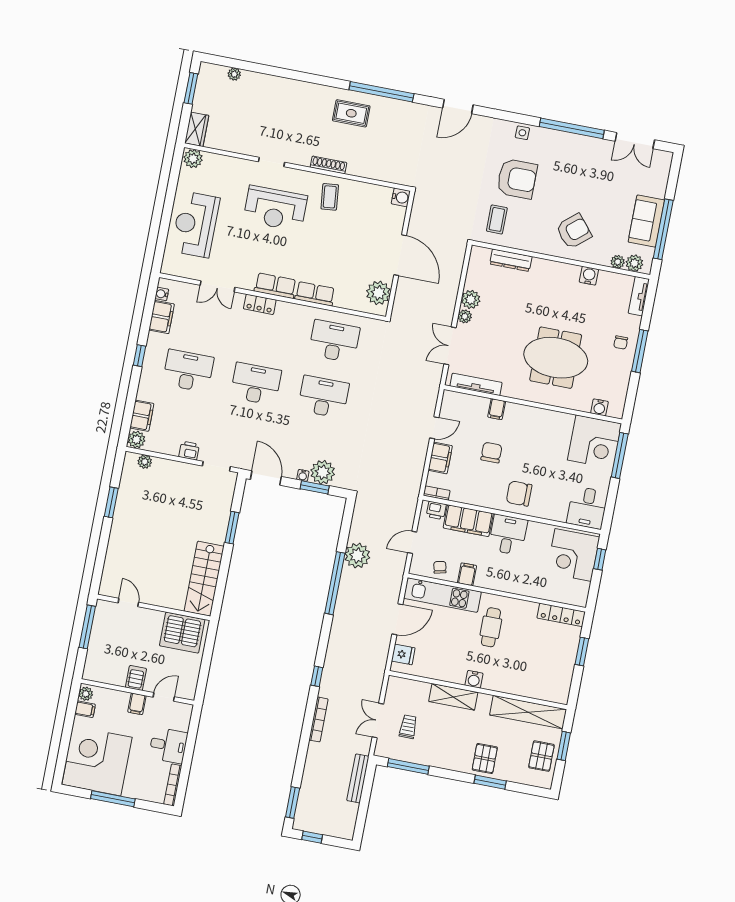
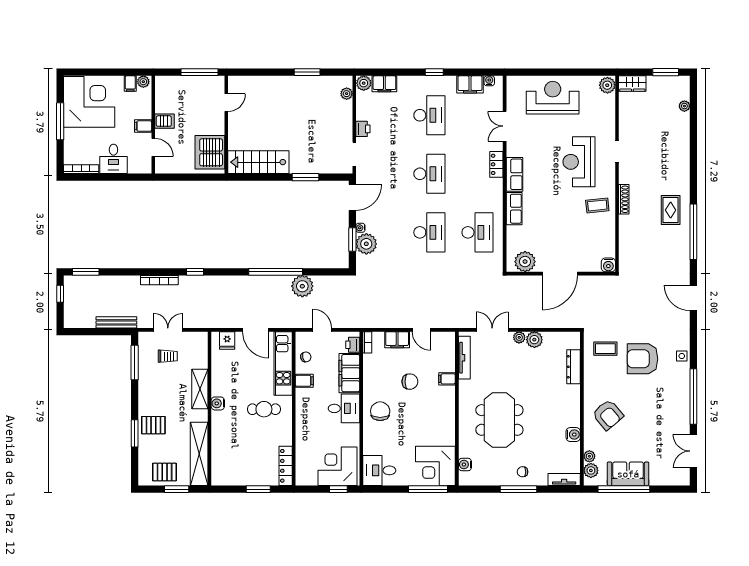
armchair: (517, 179) -> (643, 359), turned 90

